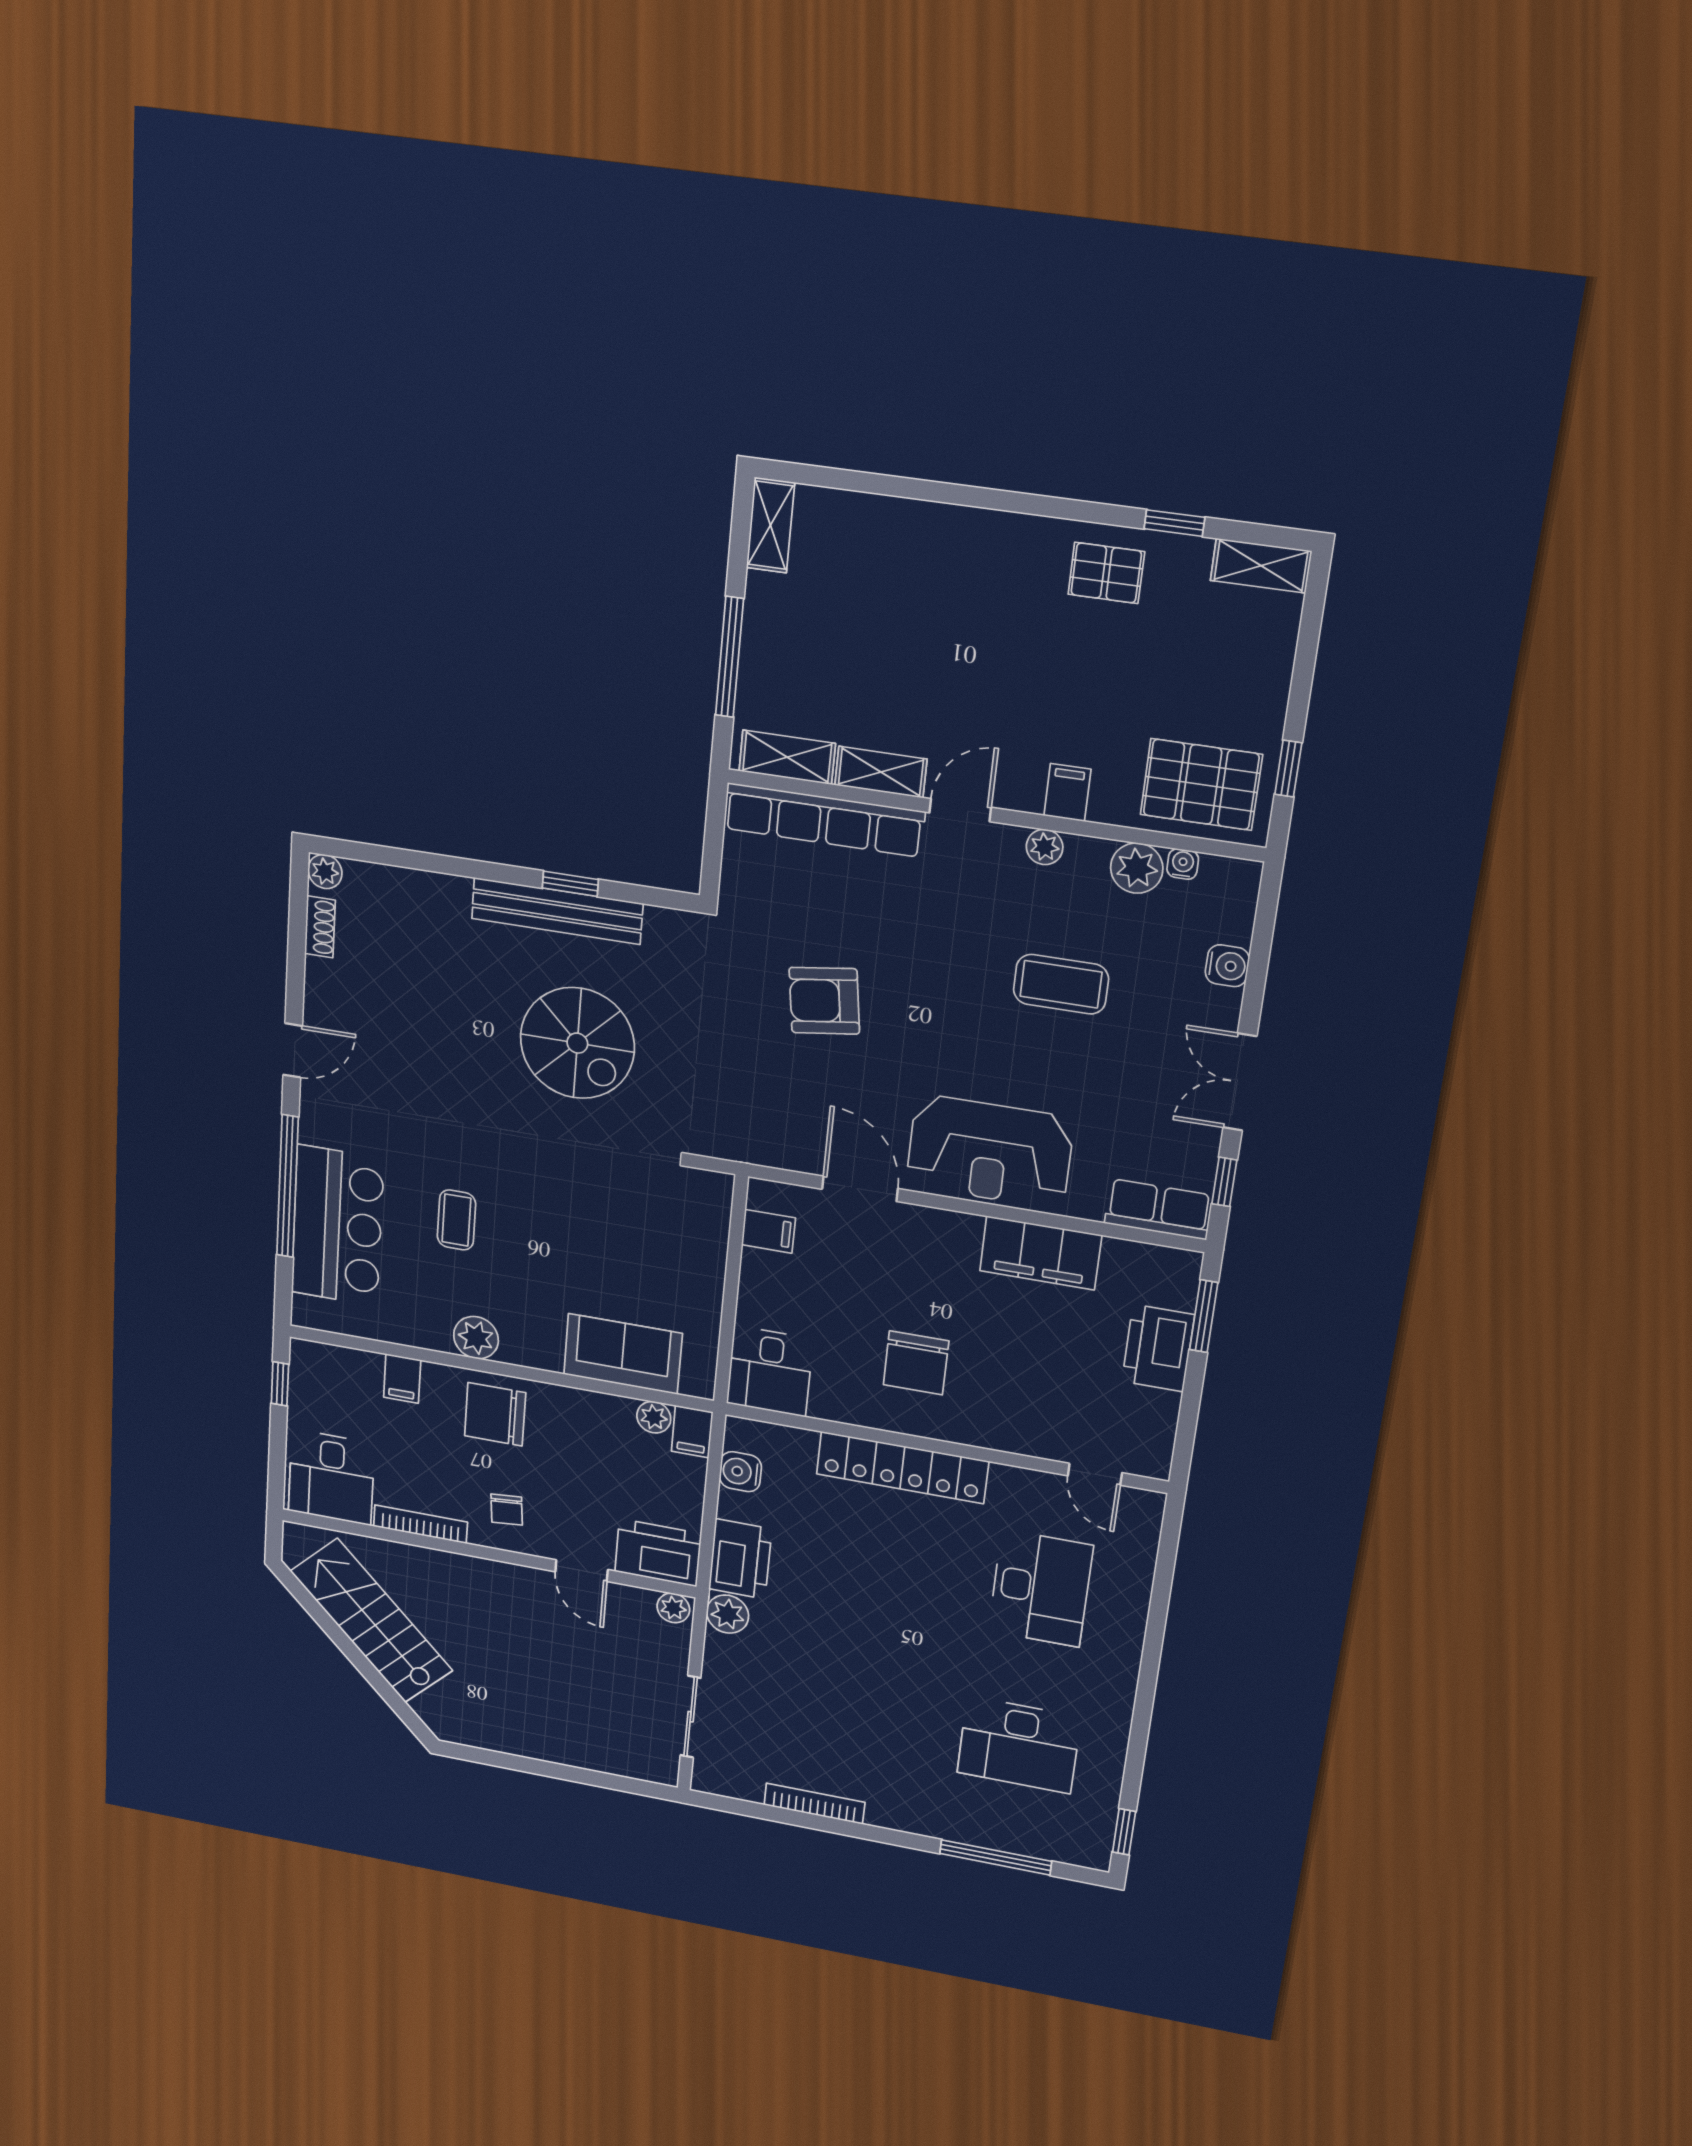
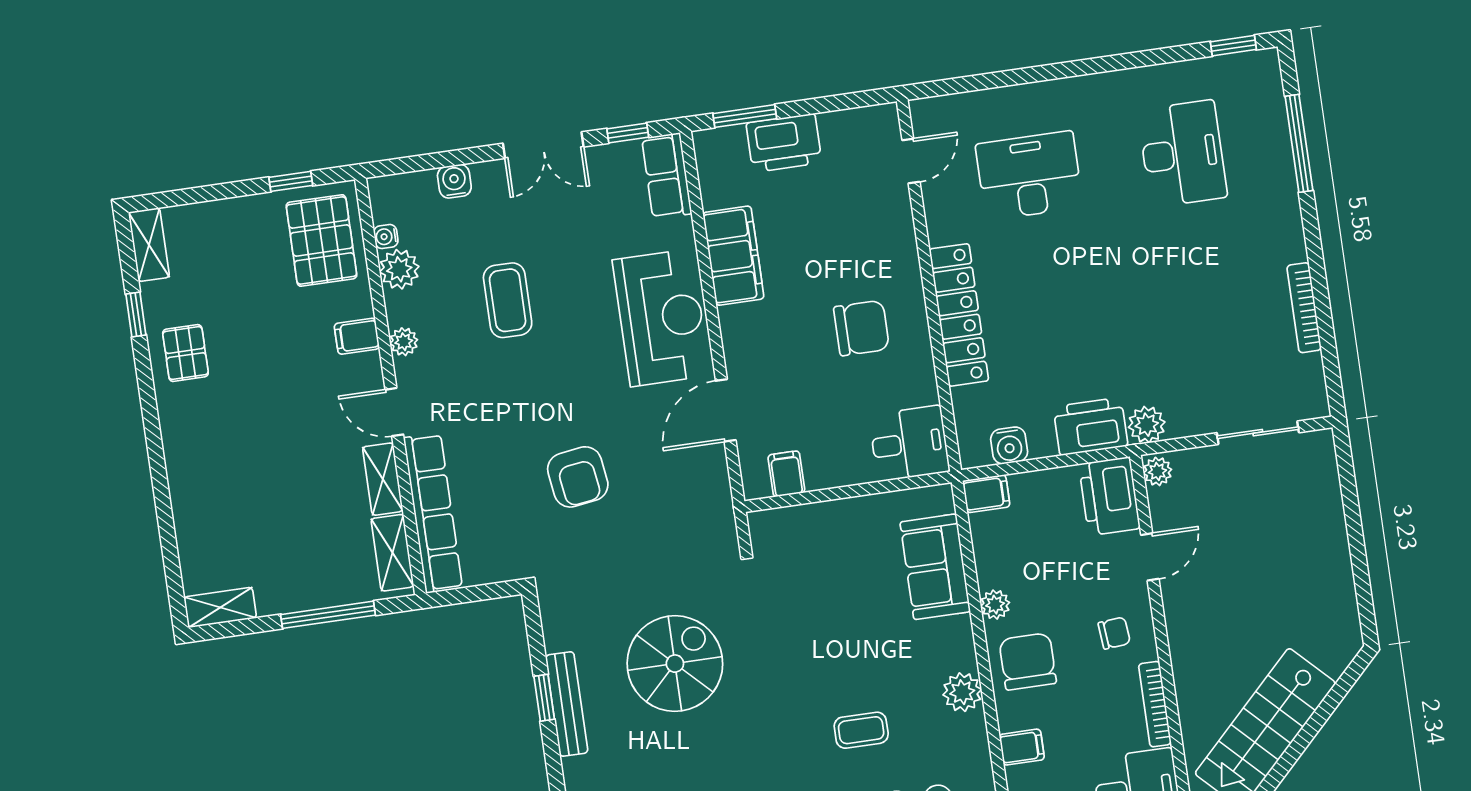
bench: (557, 911) -> (567, 704), width x0.73, depth x0.82
chair: (495, 1414) -> (1028, 661), turned 180
plant: (654, 1417) -> (995, 605), moved

